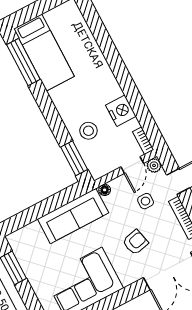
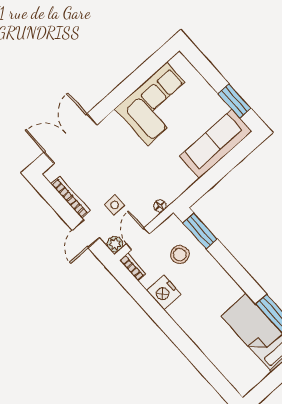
stool: (88, 131) -> (180, 254), moved
sofa: (73, 216) -> (216, 144), moved
armchair: (135, 242) -> (114, 159), removed

